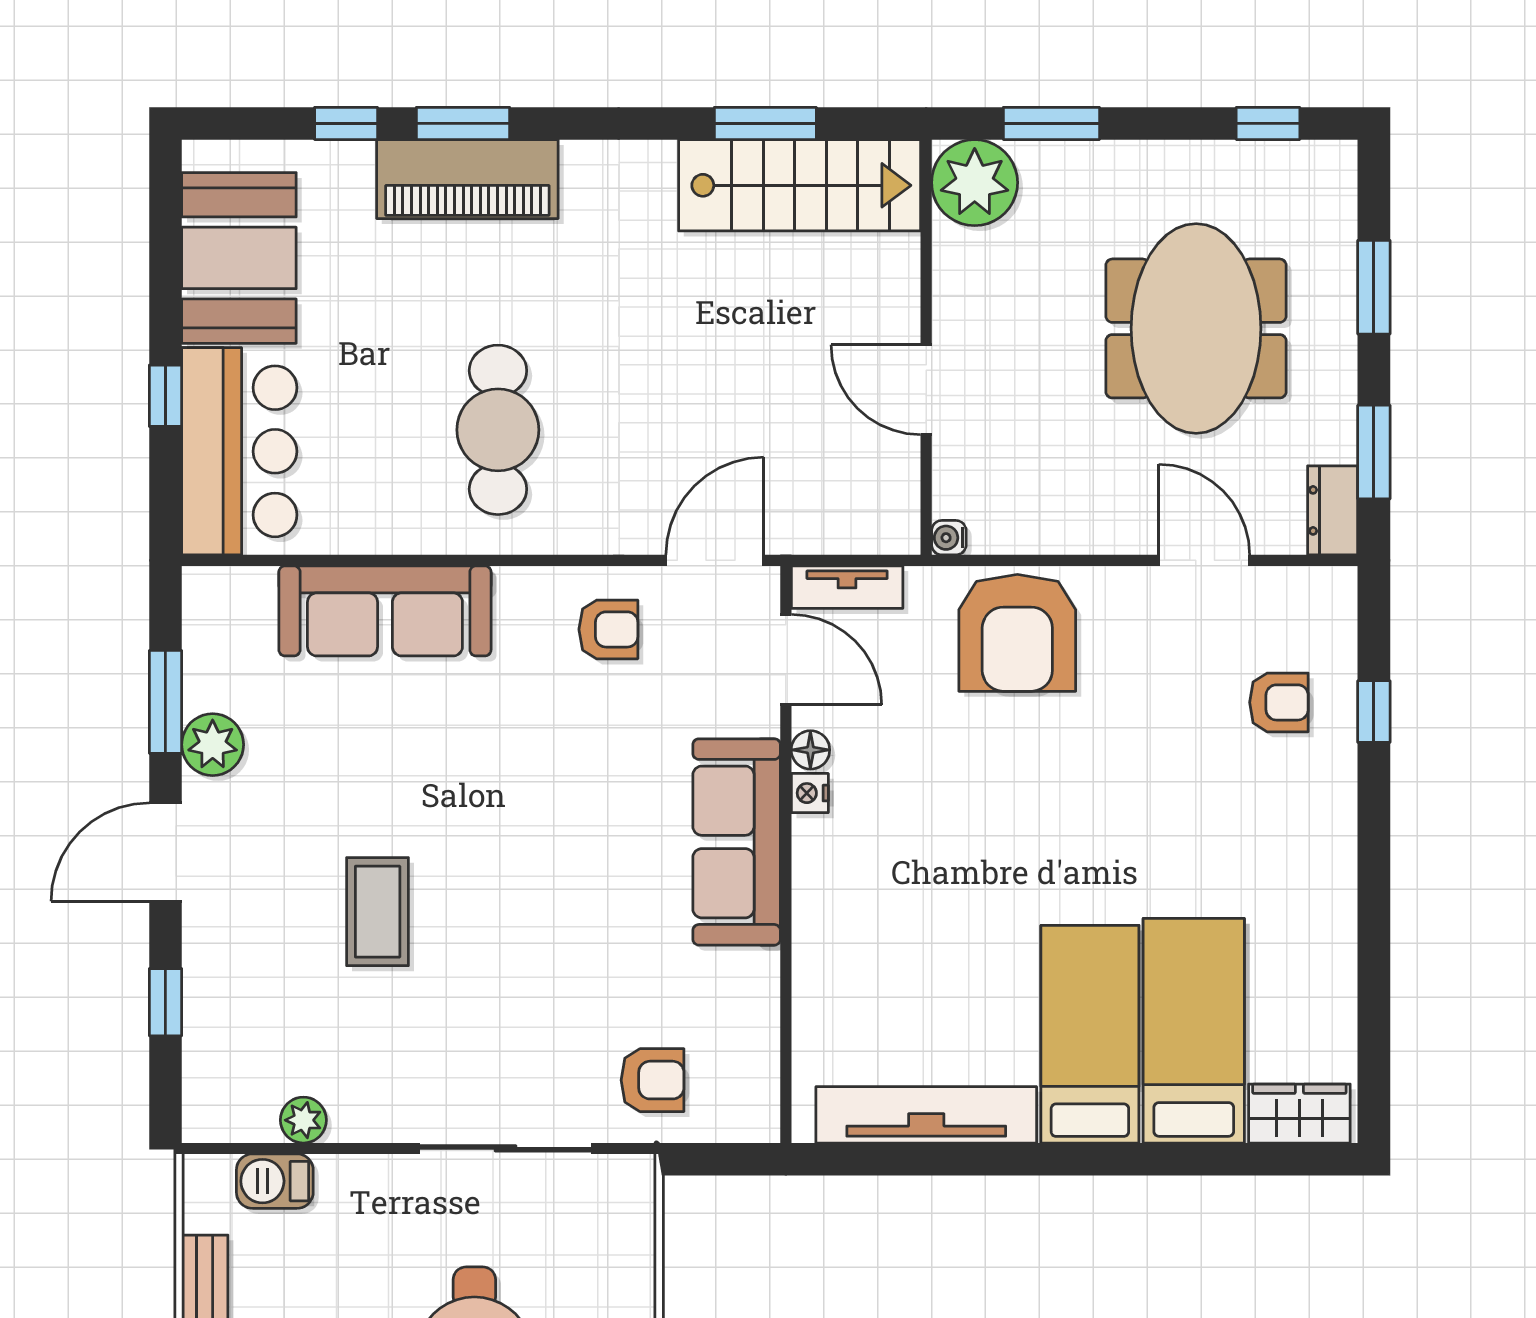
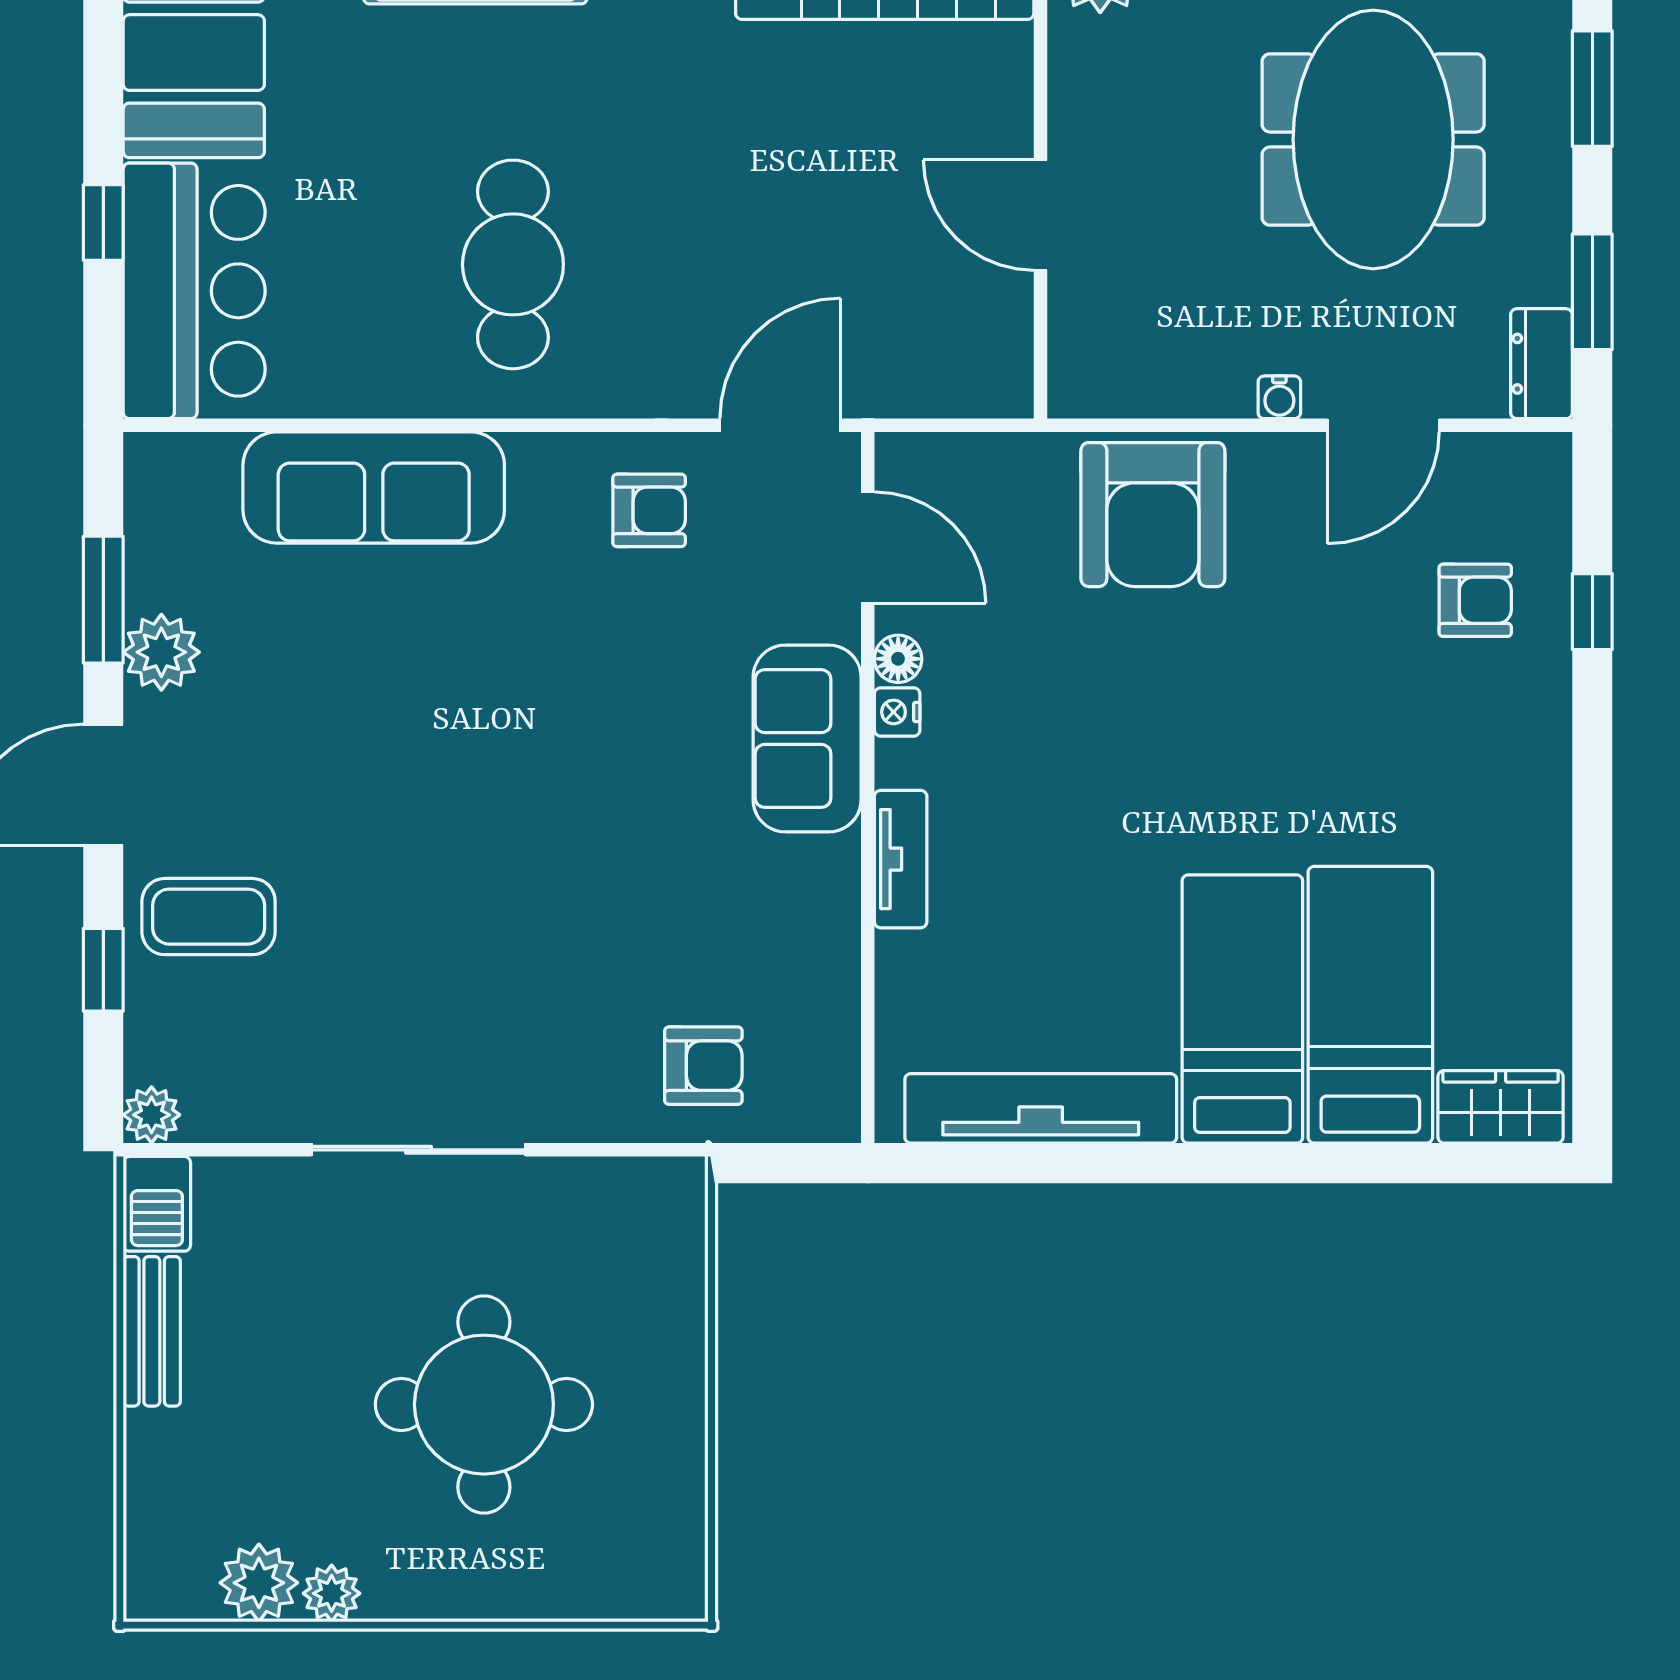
water cooler: (949, 538) -> (1279, 397), moved, turned -90
door: (1204, 560) -> (1383, 425), swing flipped
tv unit: (847, 587) -> (901, 859), moved, turned -90
sofa: (737, 842) -> (807, 739), width x0.73
coffee table: (378, 912) -> (209, 917), moved, turned 90
plant: (303, 1120) -> (152, 1115), moved
sliding door: (505, 1148) -> (419, 1150), moved
barbecue: (275, 1181) -> (157, 1204), moved, turned -90

